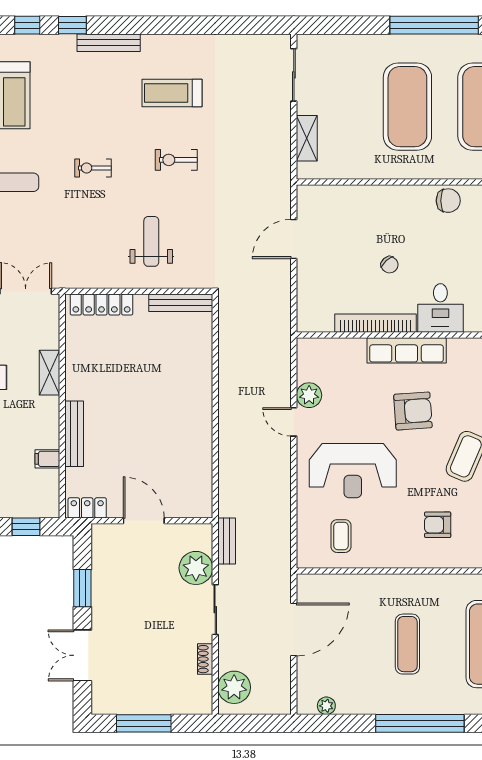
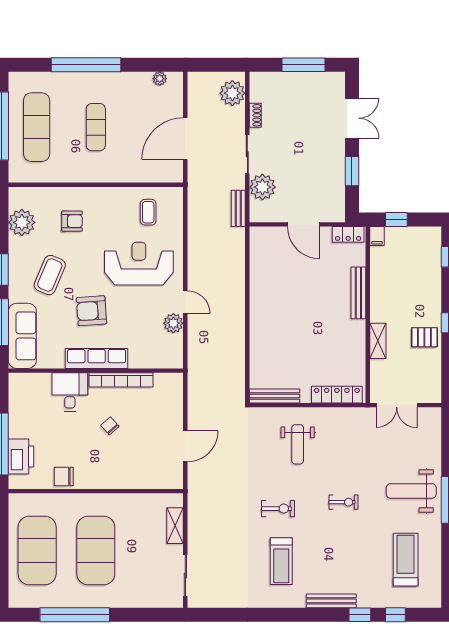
treadmill: (172, 93) -> (281, 561), turned 90
filing cabinet: (47, 459) -> (377, 236), moved, turned 90

